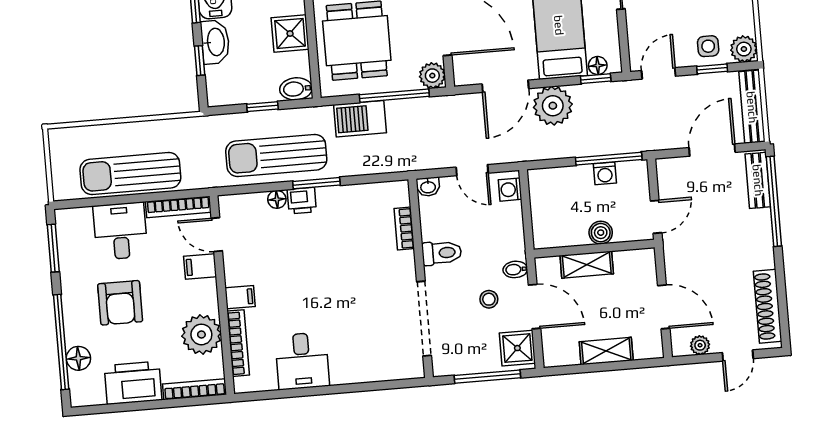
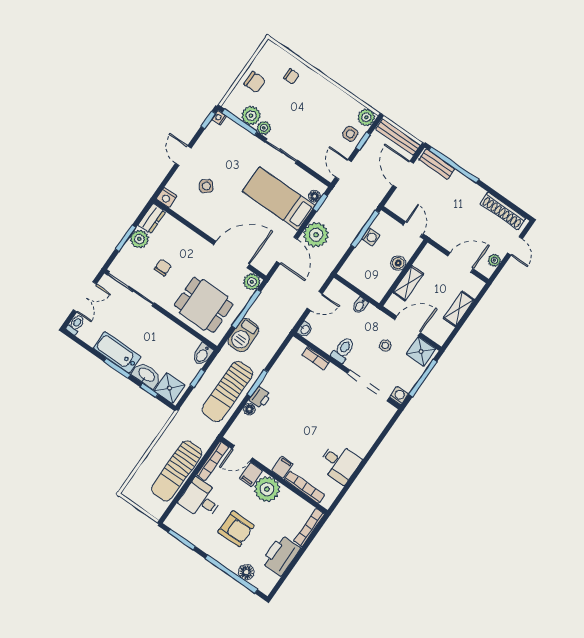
shower: (290, 33) -> (170, 388), moved
washing machine: (510, 190) -> (399, 396), moved, turned 180
bidet: (515, 269) -> (360, 305), moved
plant: (201, 334) -> (267, 489), moved

